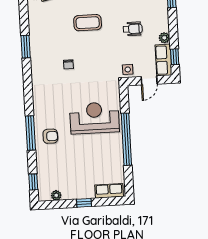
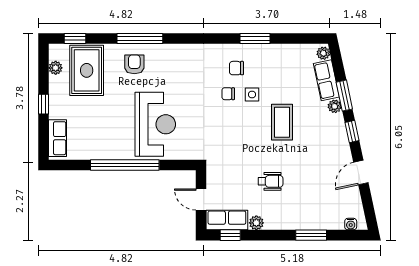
wheelchair: (133, 29) -> (270, 181), turned -90
chair: (49, 59) -> (236, 68), added
side table: (128, 69) -> (252, 95), moved
armchair: (50, 136) -> (134, 64), turned 180
rug: (57, 172) -> (87, 70), added

